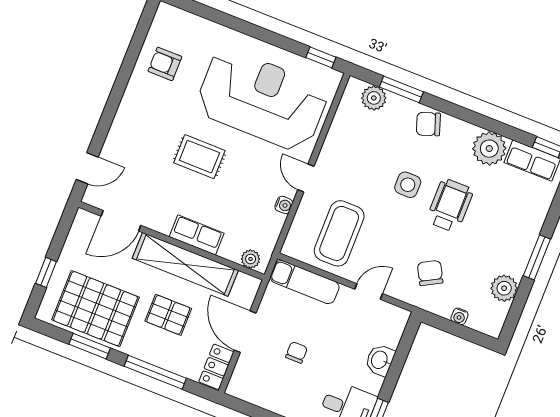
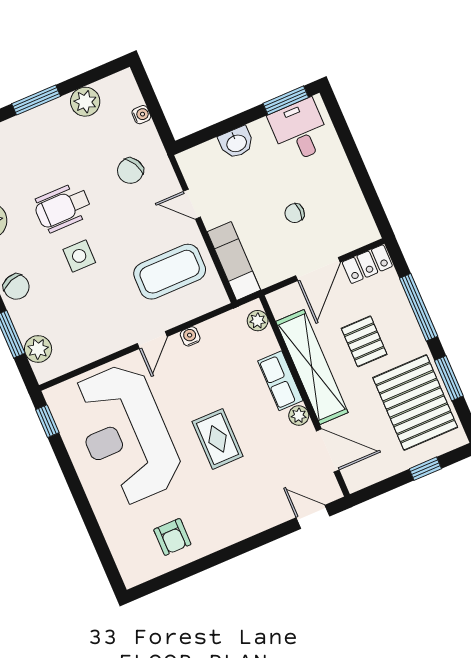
plant: (162, 224) -> (299, 415), added

